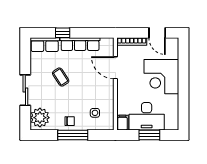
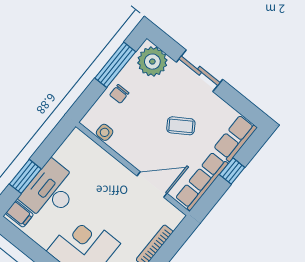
door: (115, 68) -> (152, 185), moved
wall: (115, 84) -> (133, 169), moved
filing cabinet: (122, 123) -> (19, 214), moved
window: (73, 135) -> (115, 65), moved

